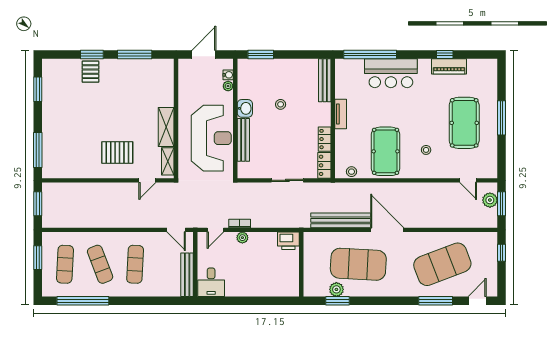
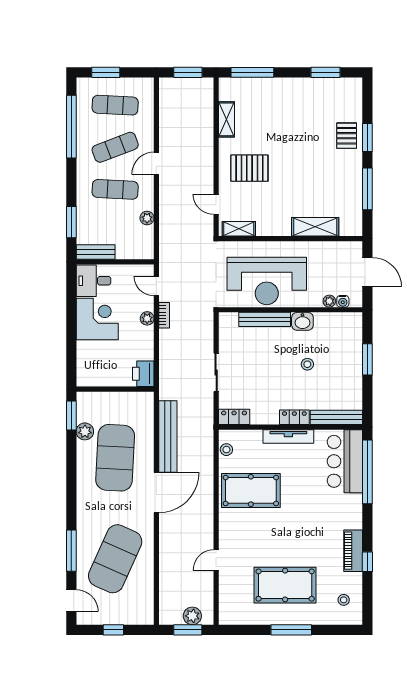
window: (261, 54) -> (367, 359), moved
piano: (449, 66) -> (353, 551), moved
pallet: (90, 72) -> (347, 136), turned 90
bar counter: (391, 73) -> (345, 461), moved
tv unit: (341, 114) -> (288, 437), width x1.41
shelving: (166, 127) -> (315, 227), moved
locker: (325, 139) -> (294, 417), moved
stool: (426, 150) -> (344, 600), moved
pallet: (117, 153) -> (249, 168), turned 90
shelving: (77, 172) -> (226, 119), added
door: (468, 180) -> (216, 560), moved
door: (176, 230) -> (156, 163), moved
plant: (159, 238) -> (147, 218), added
window: (501, 253) -> (113, 630), moved
window: (38, 258) -> (106, 72), moved
exercise mat: (442, 264) -> (115, 559), turned 45
bench: (187, 275) -> (96, 252), width x0.73
corner desk: (243, 279) -> (97, 319), added
window: (162, 301) -> (71, 222), added
window: (338, 301) -> (71, 416), moved

